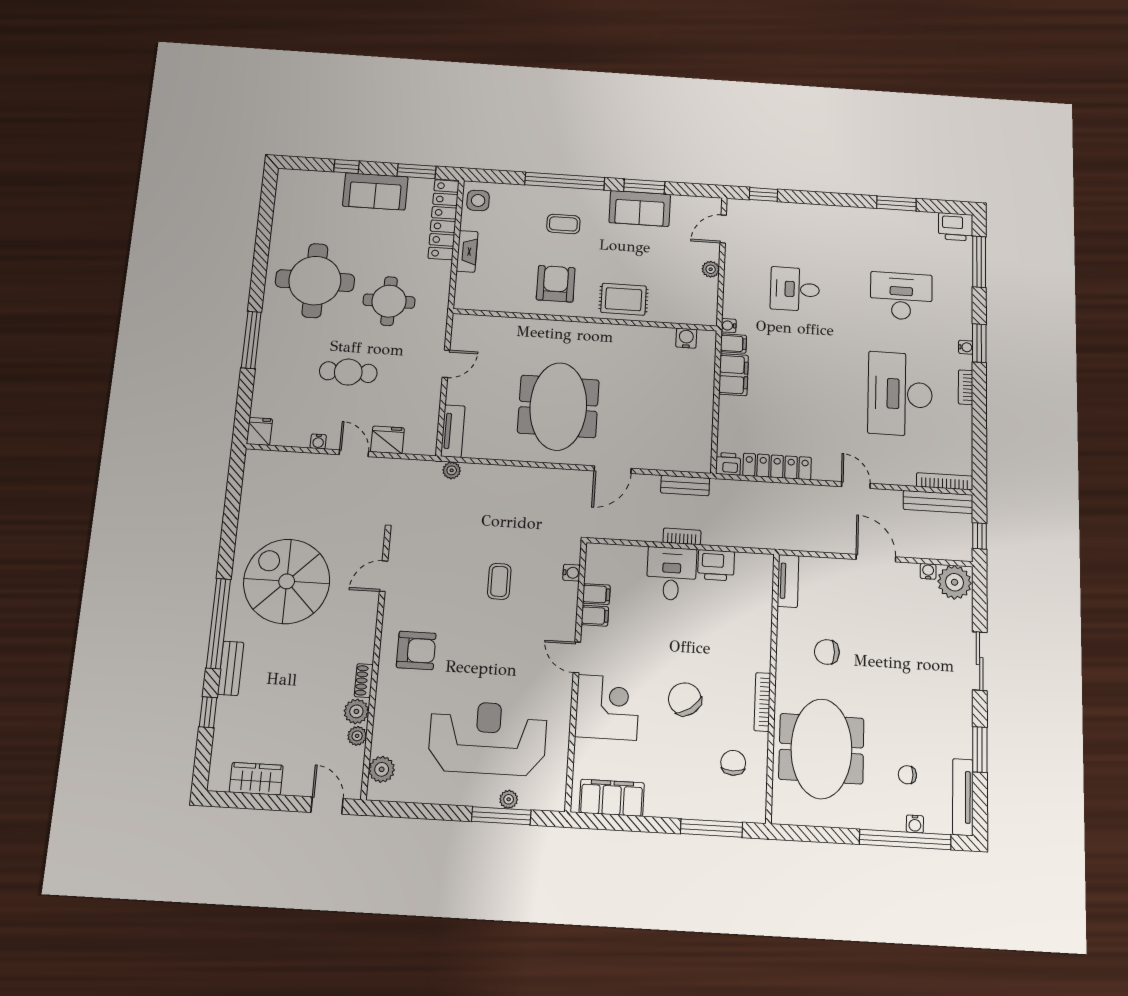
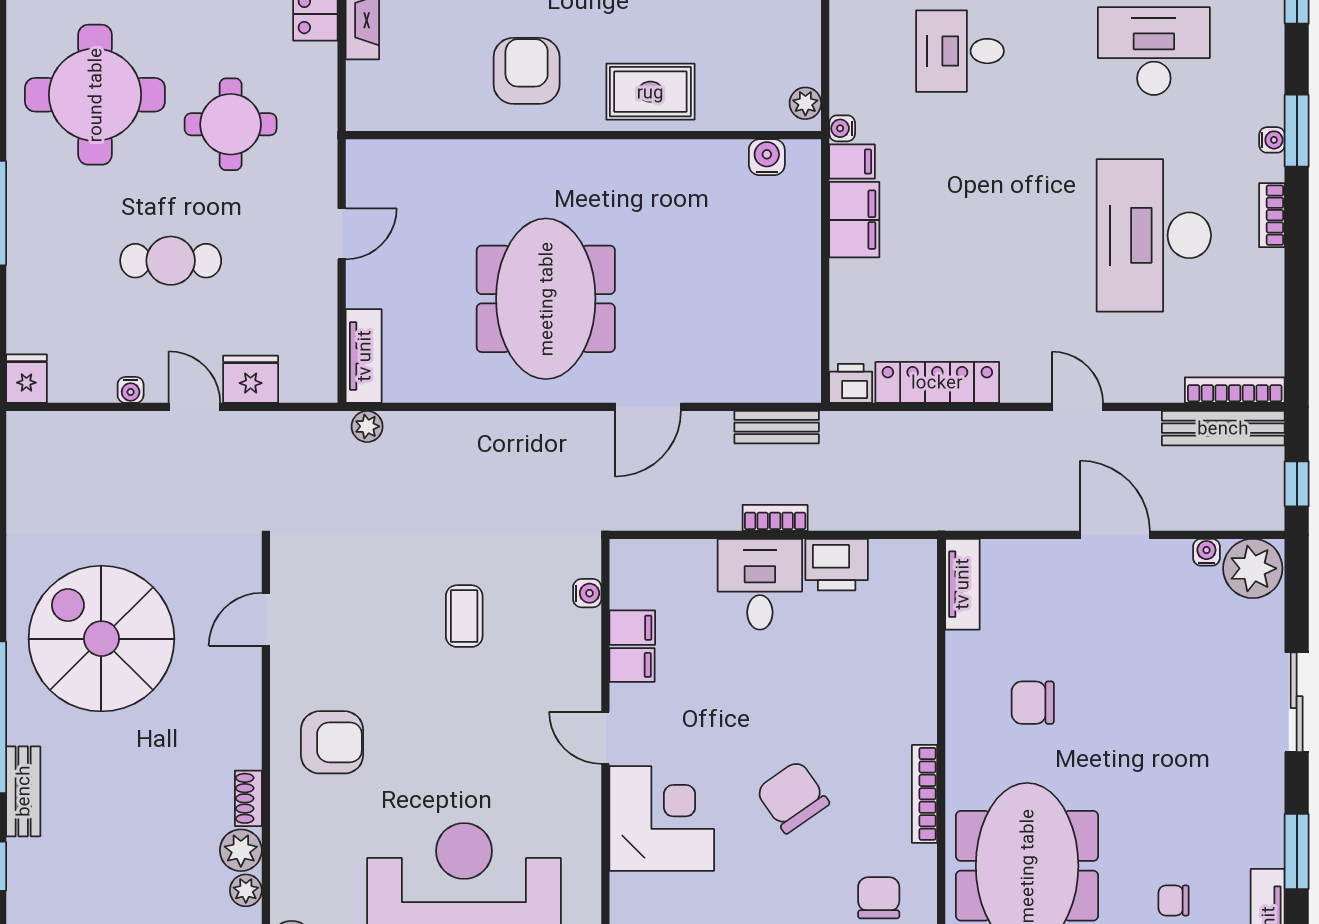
plant: (711, 269) -> (805, 103), moved

